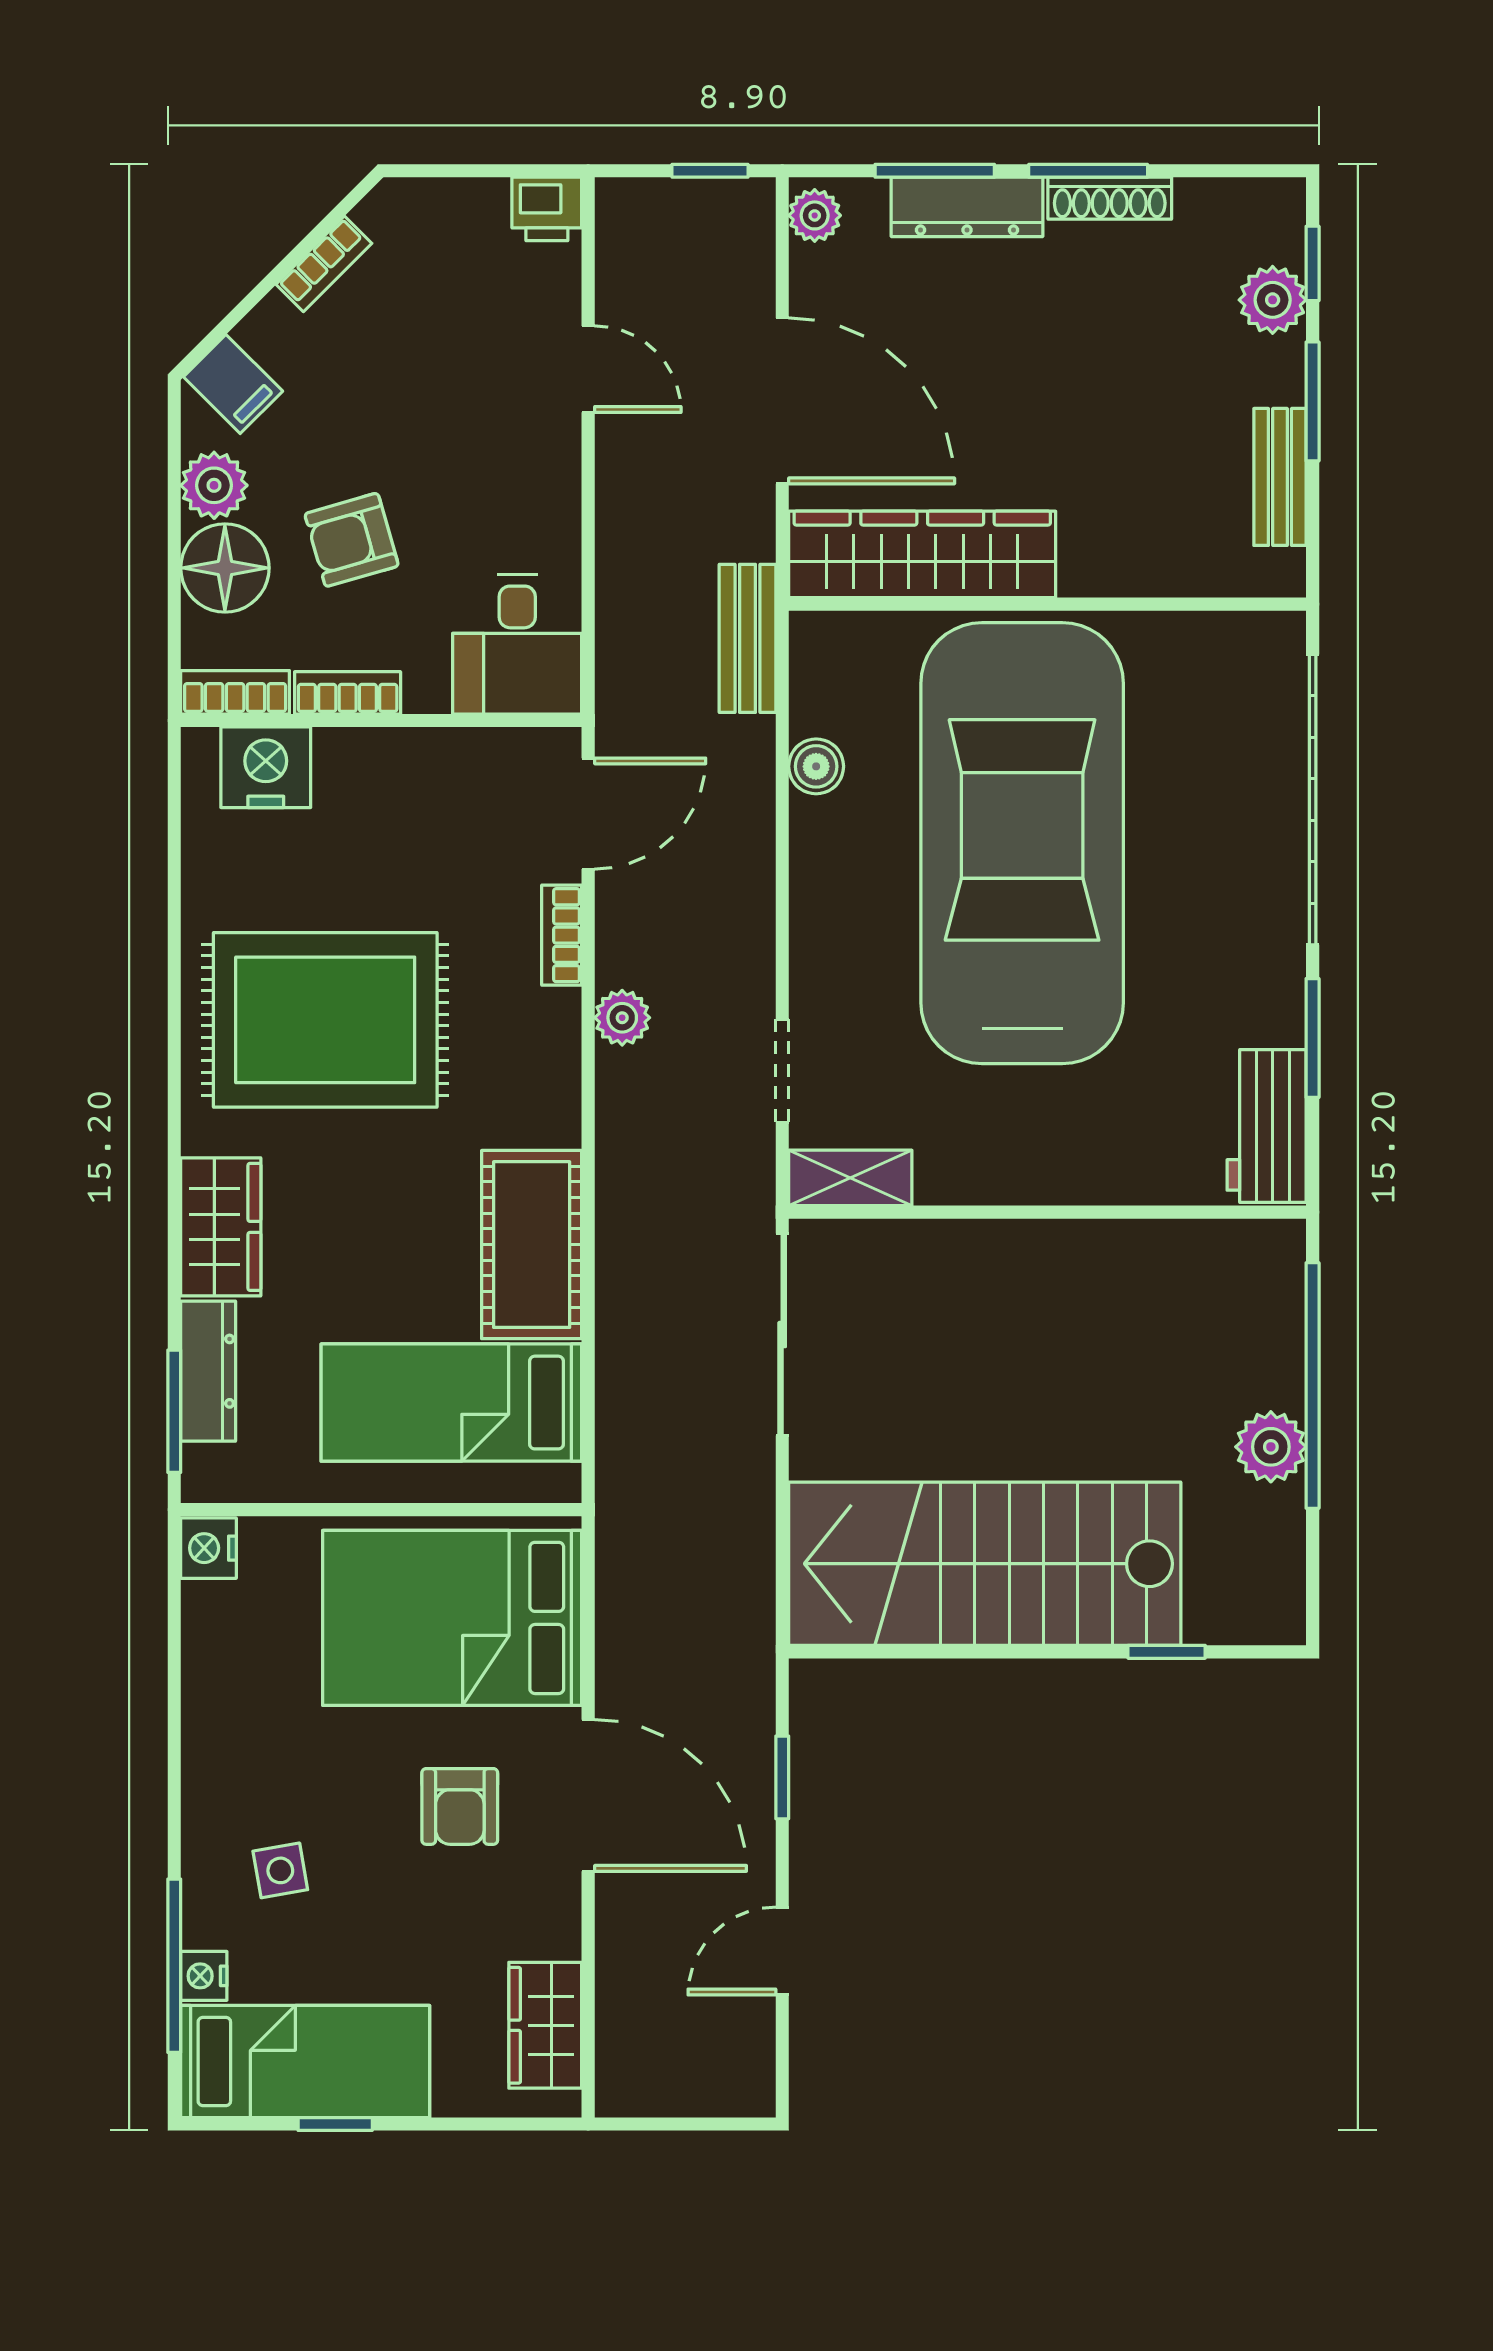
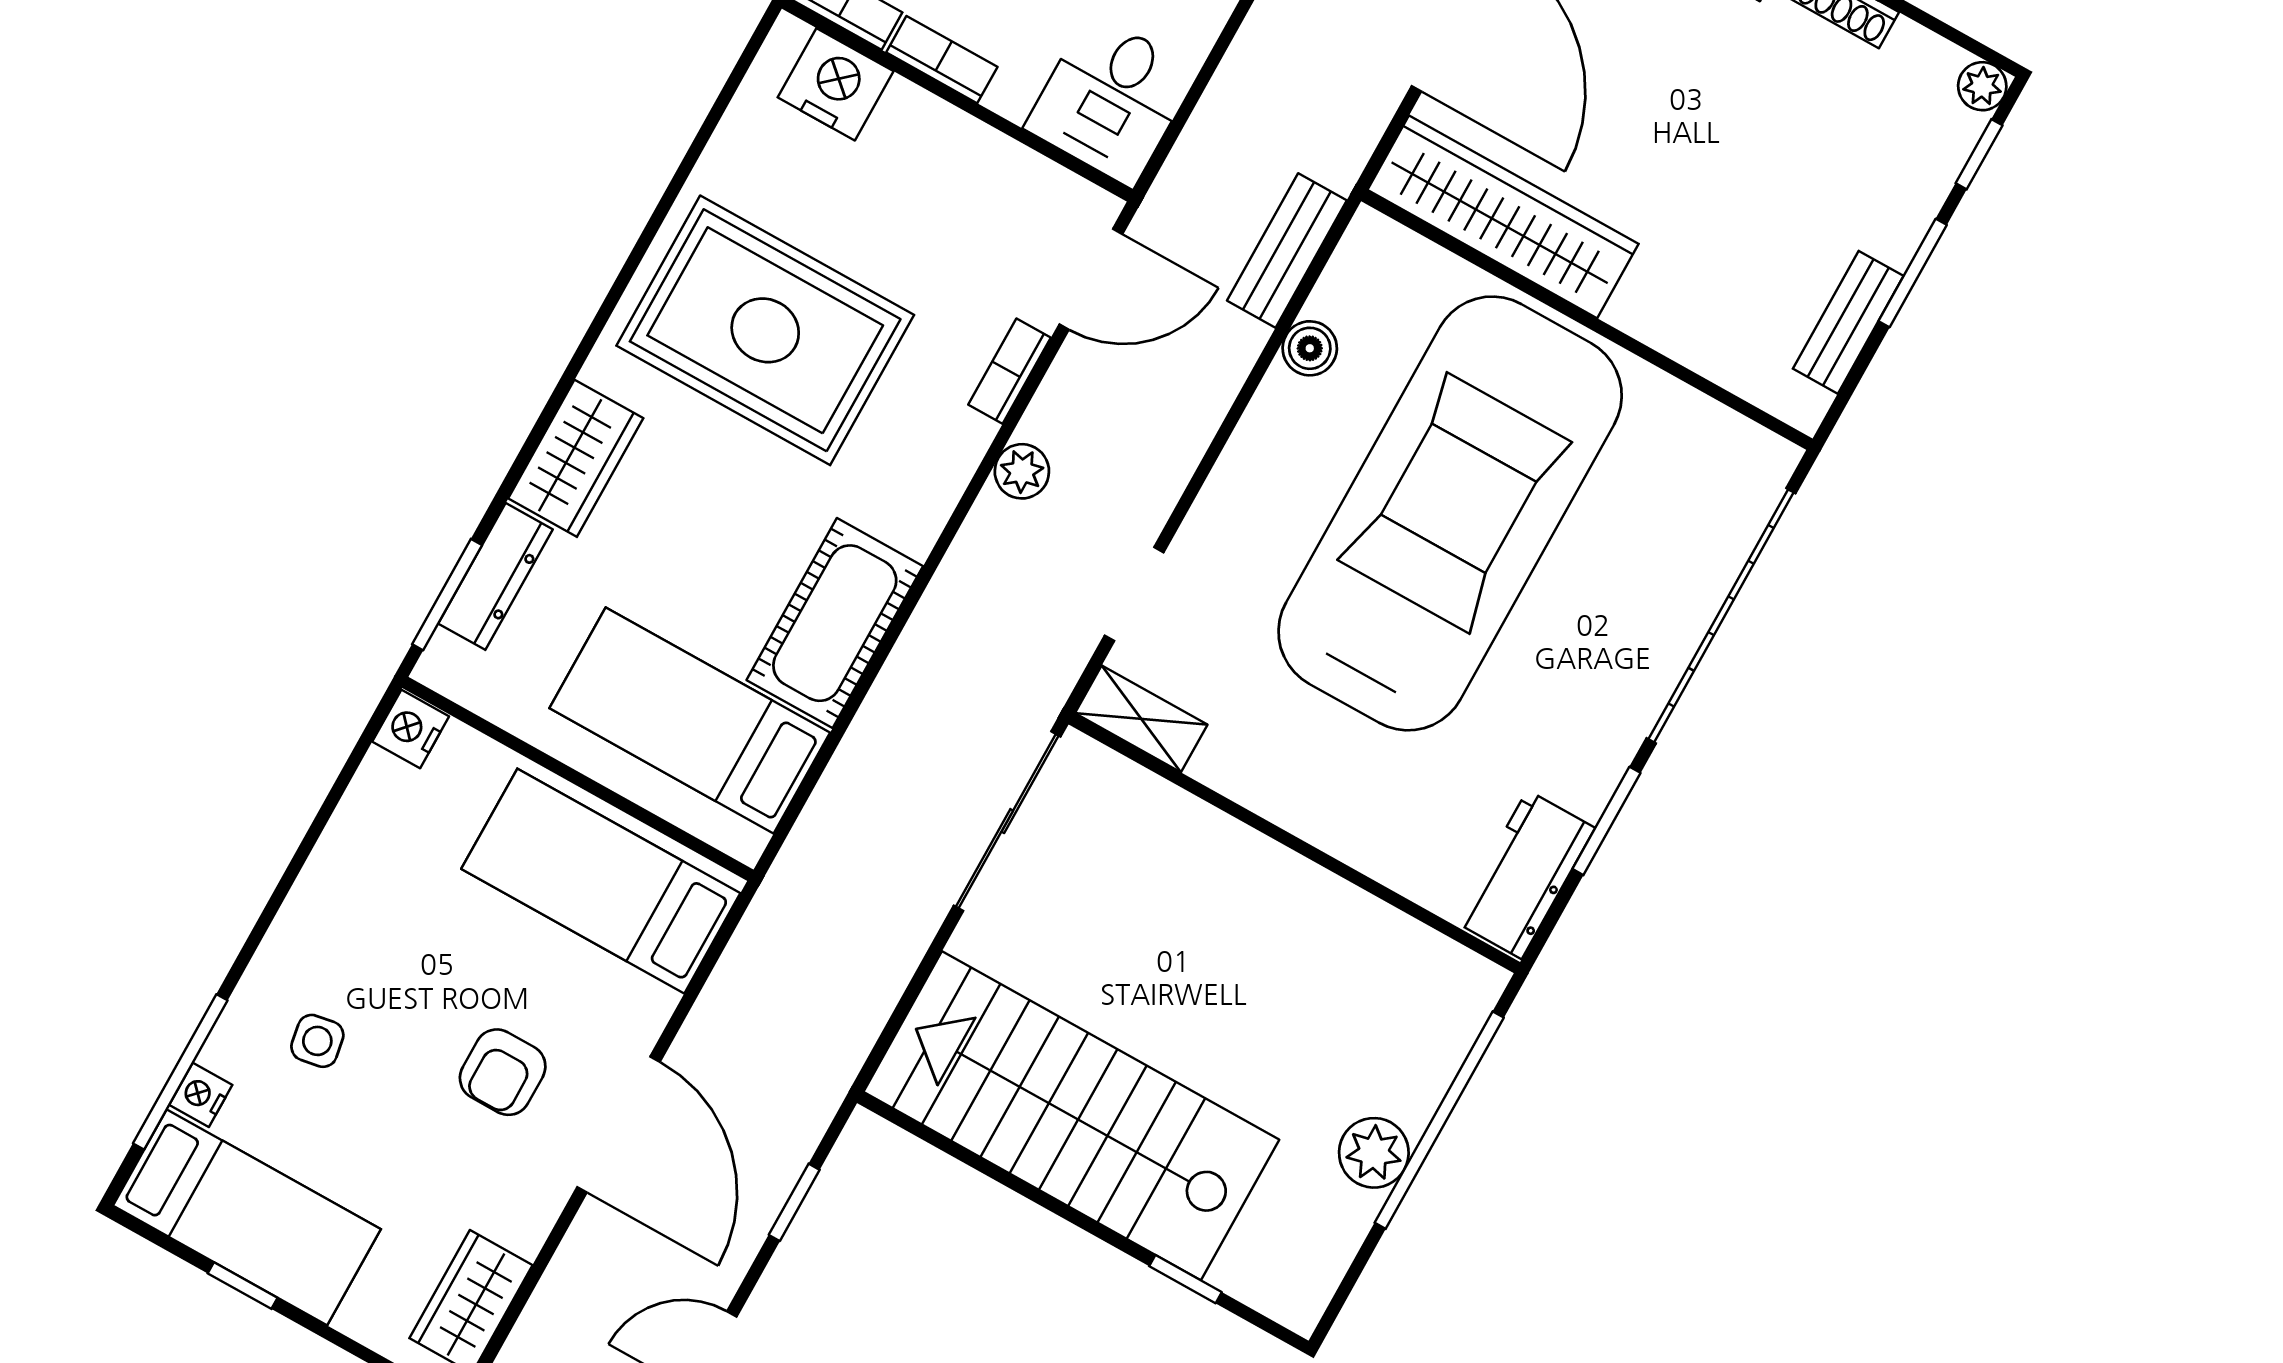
plant: (1273, 300) -> (1982, 86), moved, width x0.73, depth x0.73
bench: (747, 638) -> (1287, 250), moved
bed: (452, 1618) -> (601, 881), width x0.67

